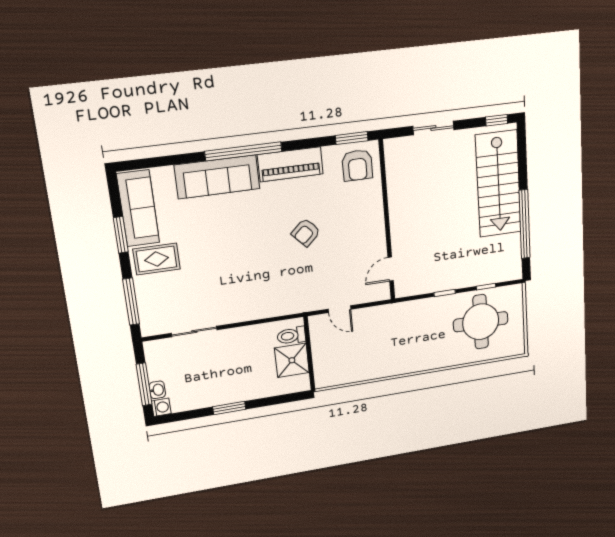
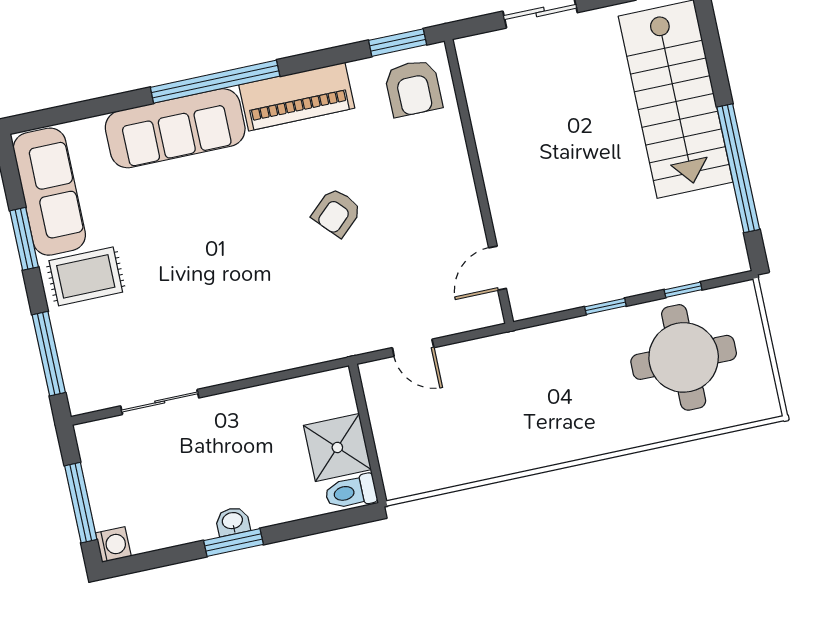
toilet: (291, 336) -> (351, 492), moved
washbasin: (157, 390) -> (233, 521), moved, turned -90

